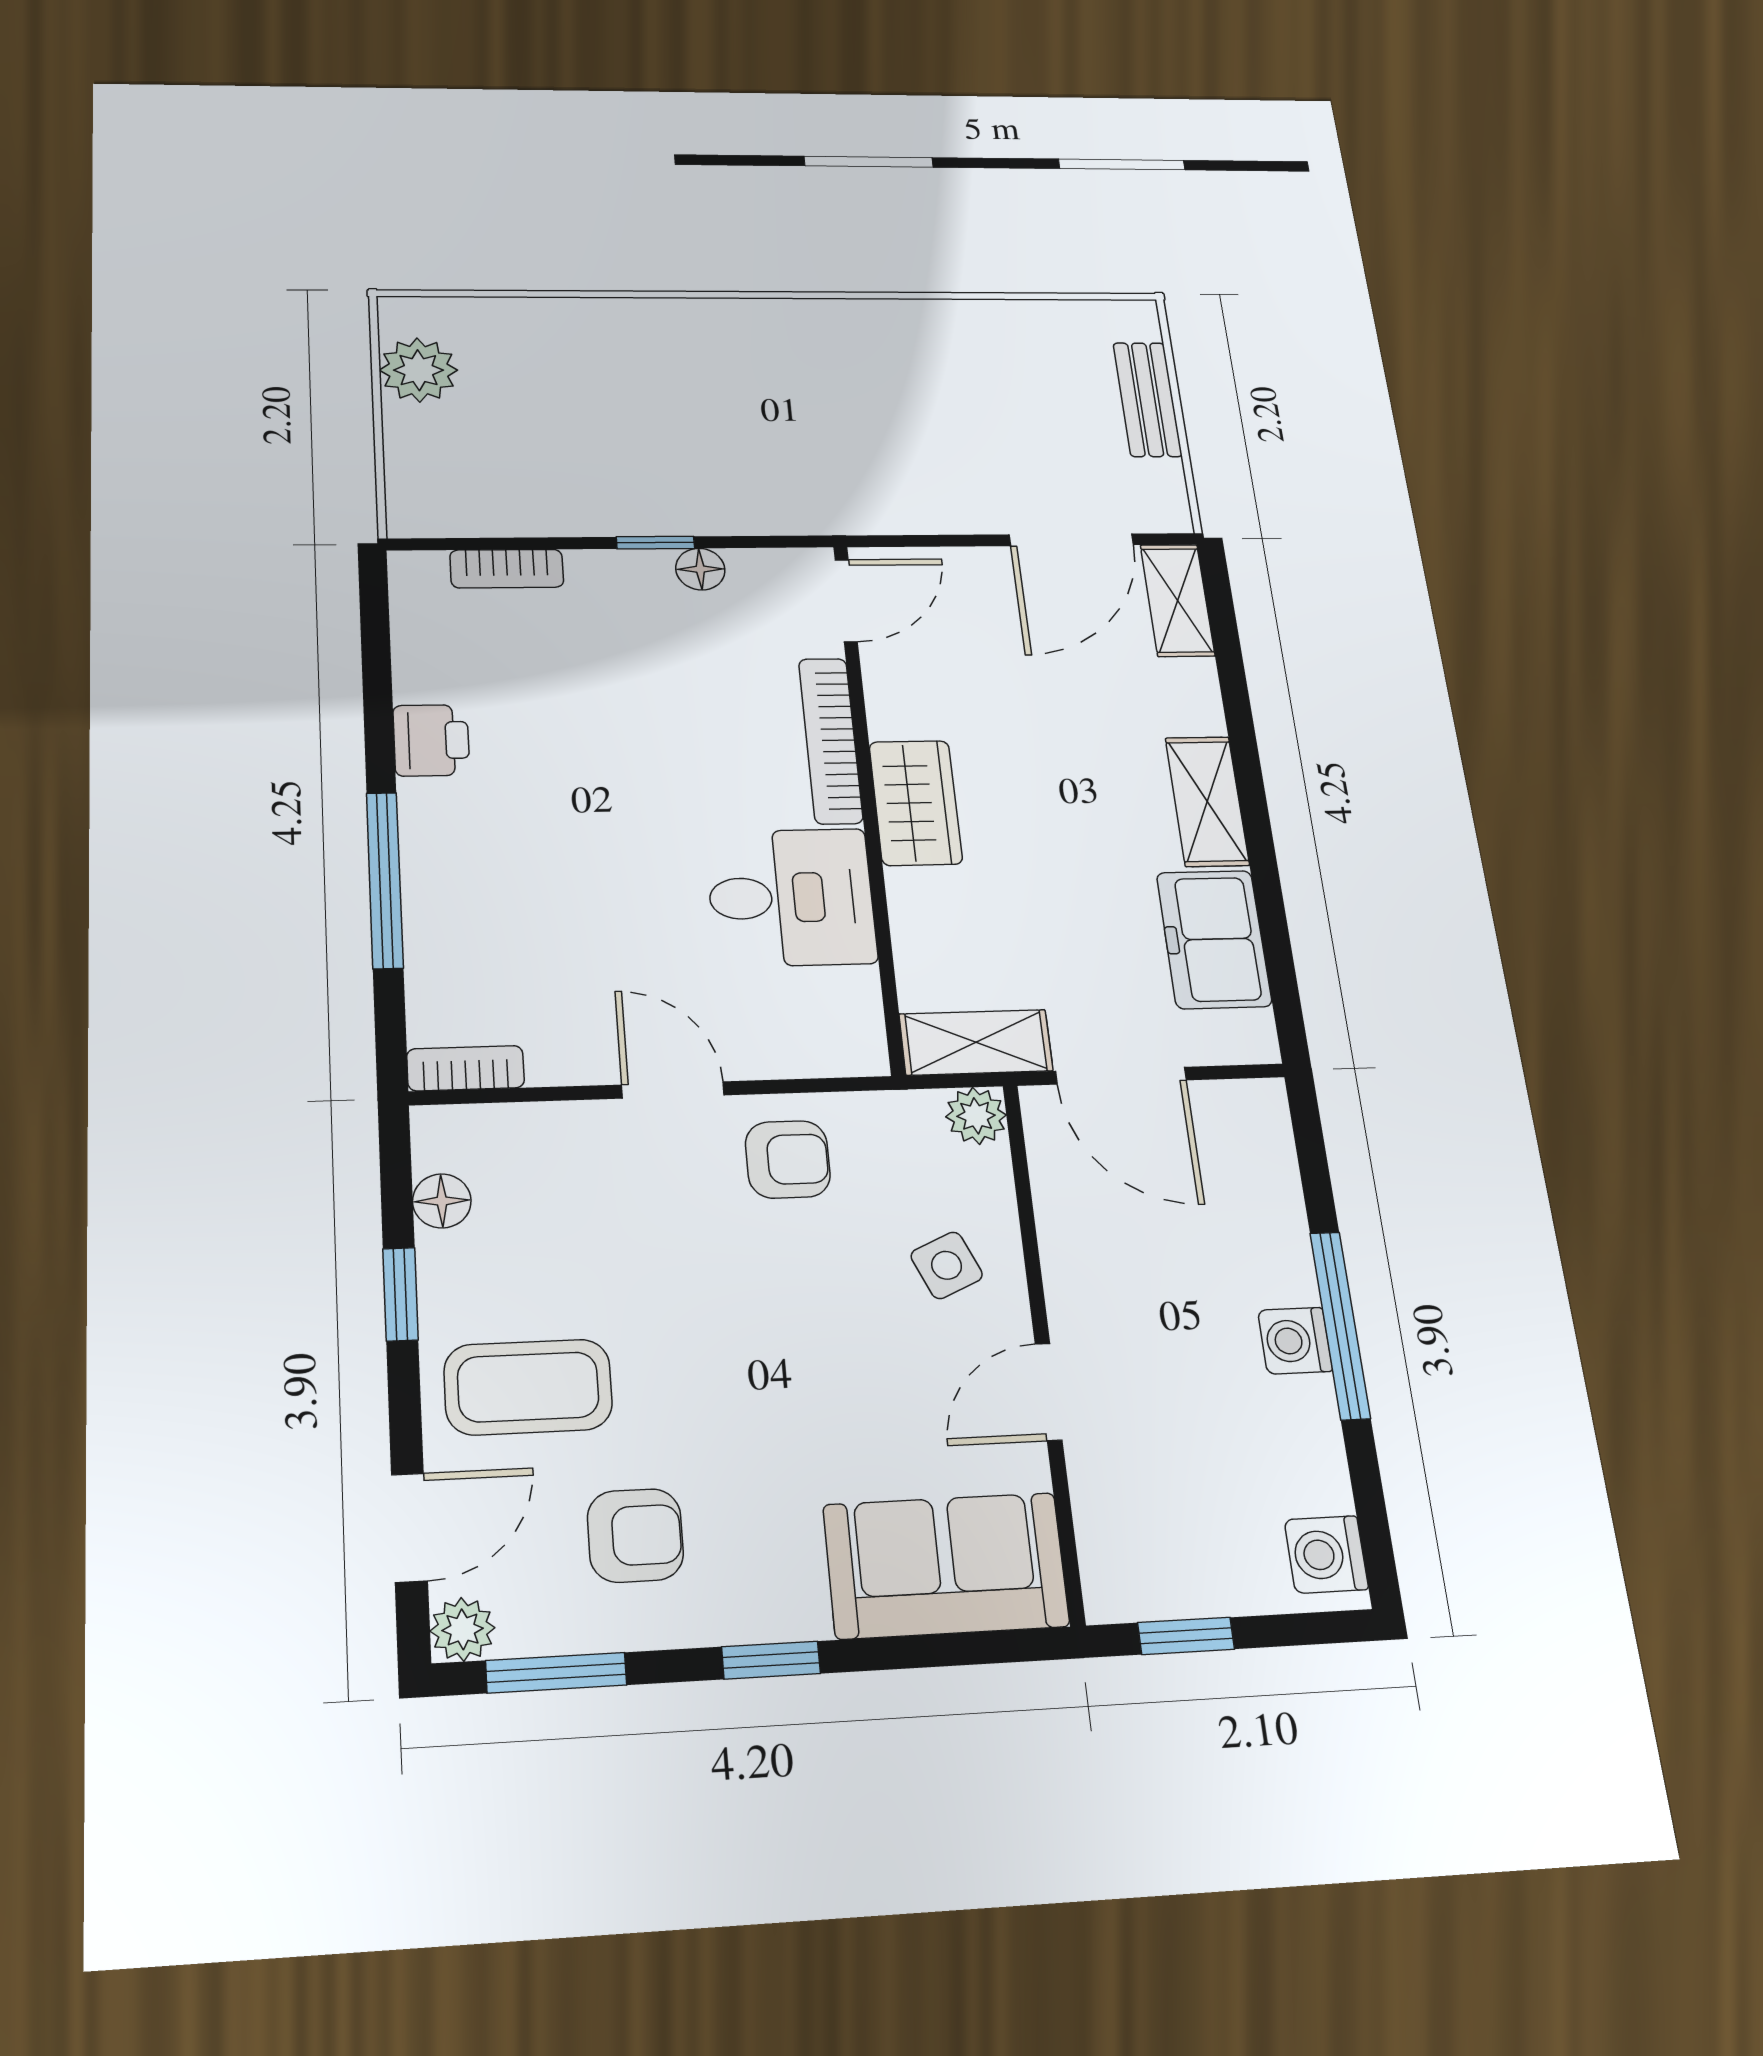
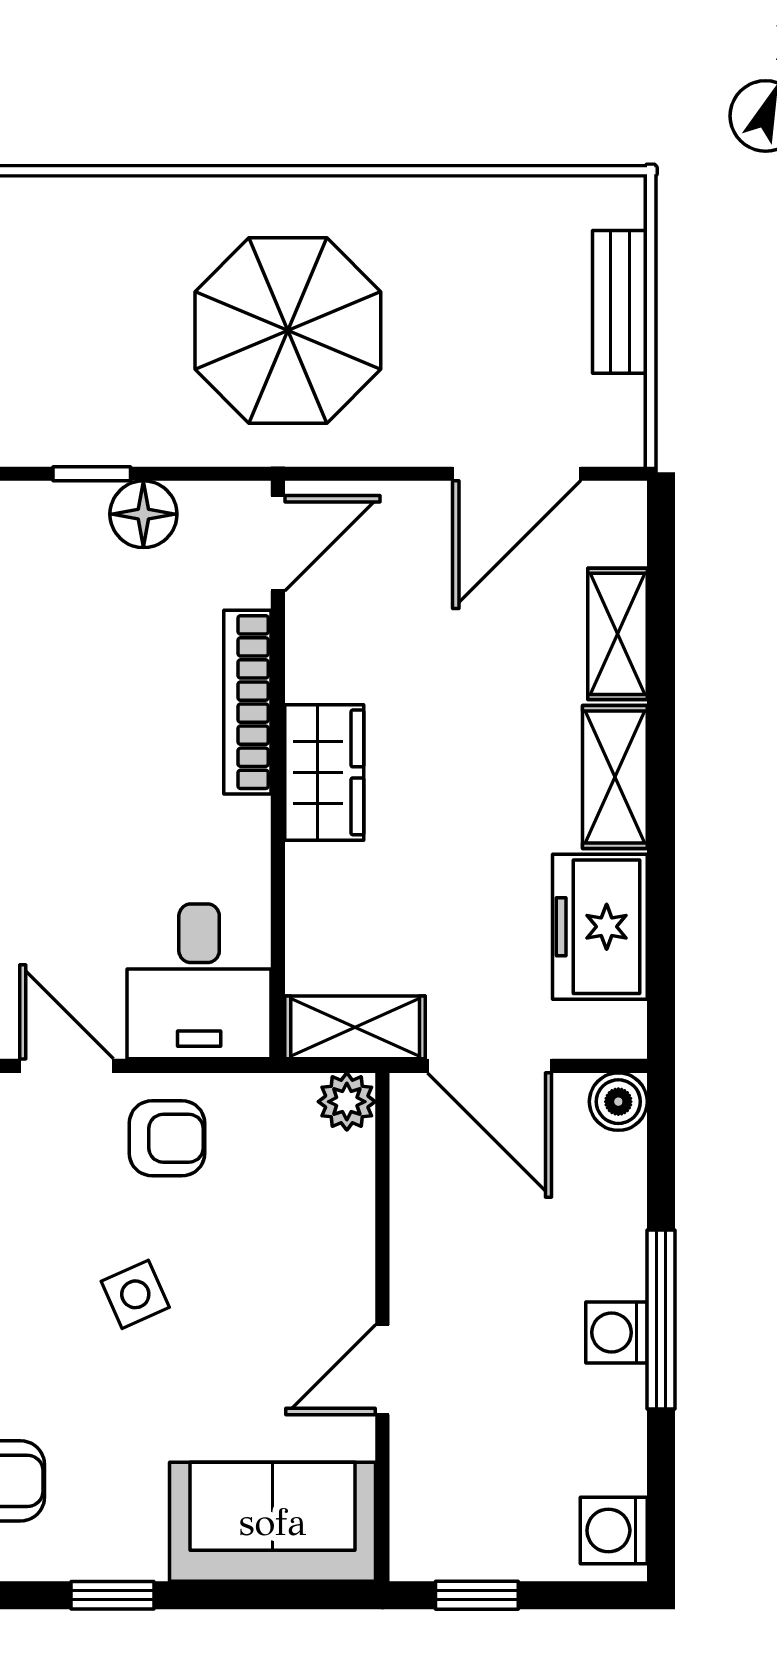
parasol: (836, 423) -> (288, 331), added
floor lamp: (700, 569) -> (143, 514), width x1.37, depth x1.37
shelving: (1177, 600) -> (617, 634), moved
desk: (791, 897) -> (199, 981), moved, turned 90
boiler: (1259, 1106) -> (618, 1102), added
side table: (947, 1265) -> (135, 1294), moved

